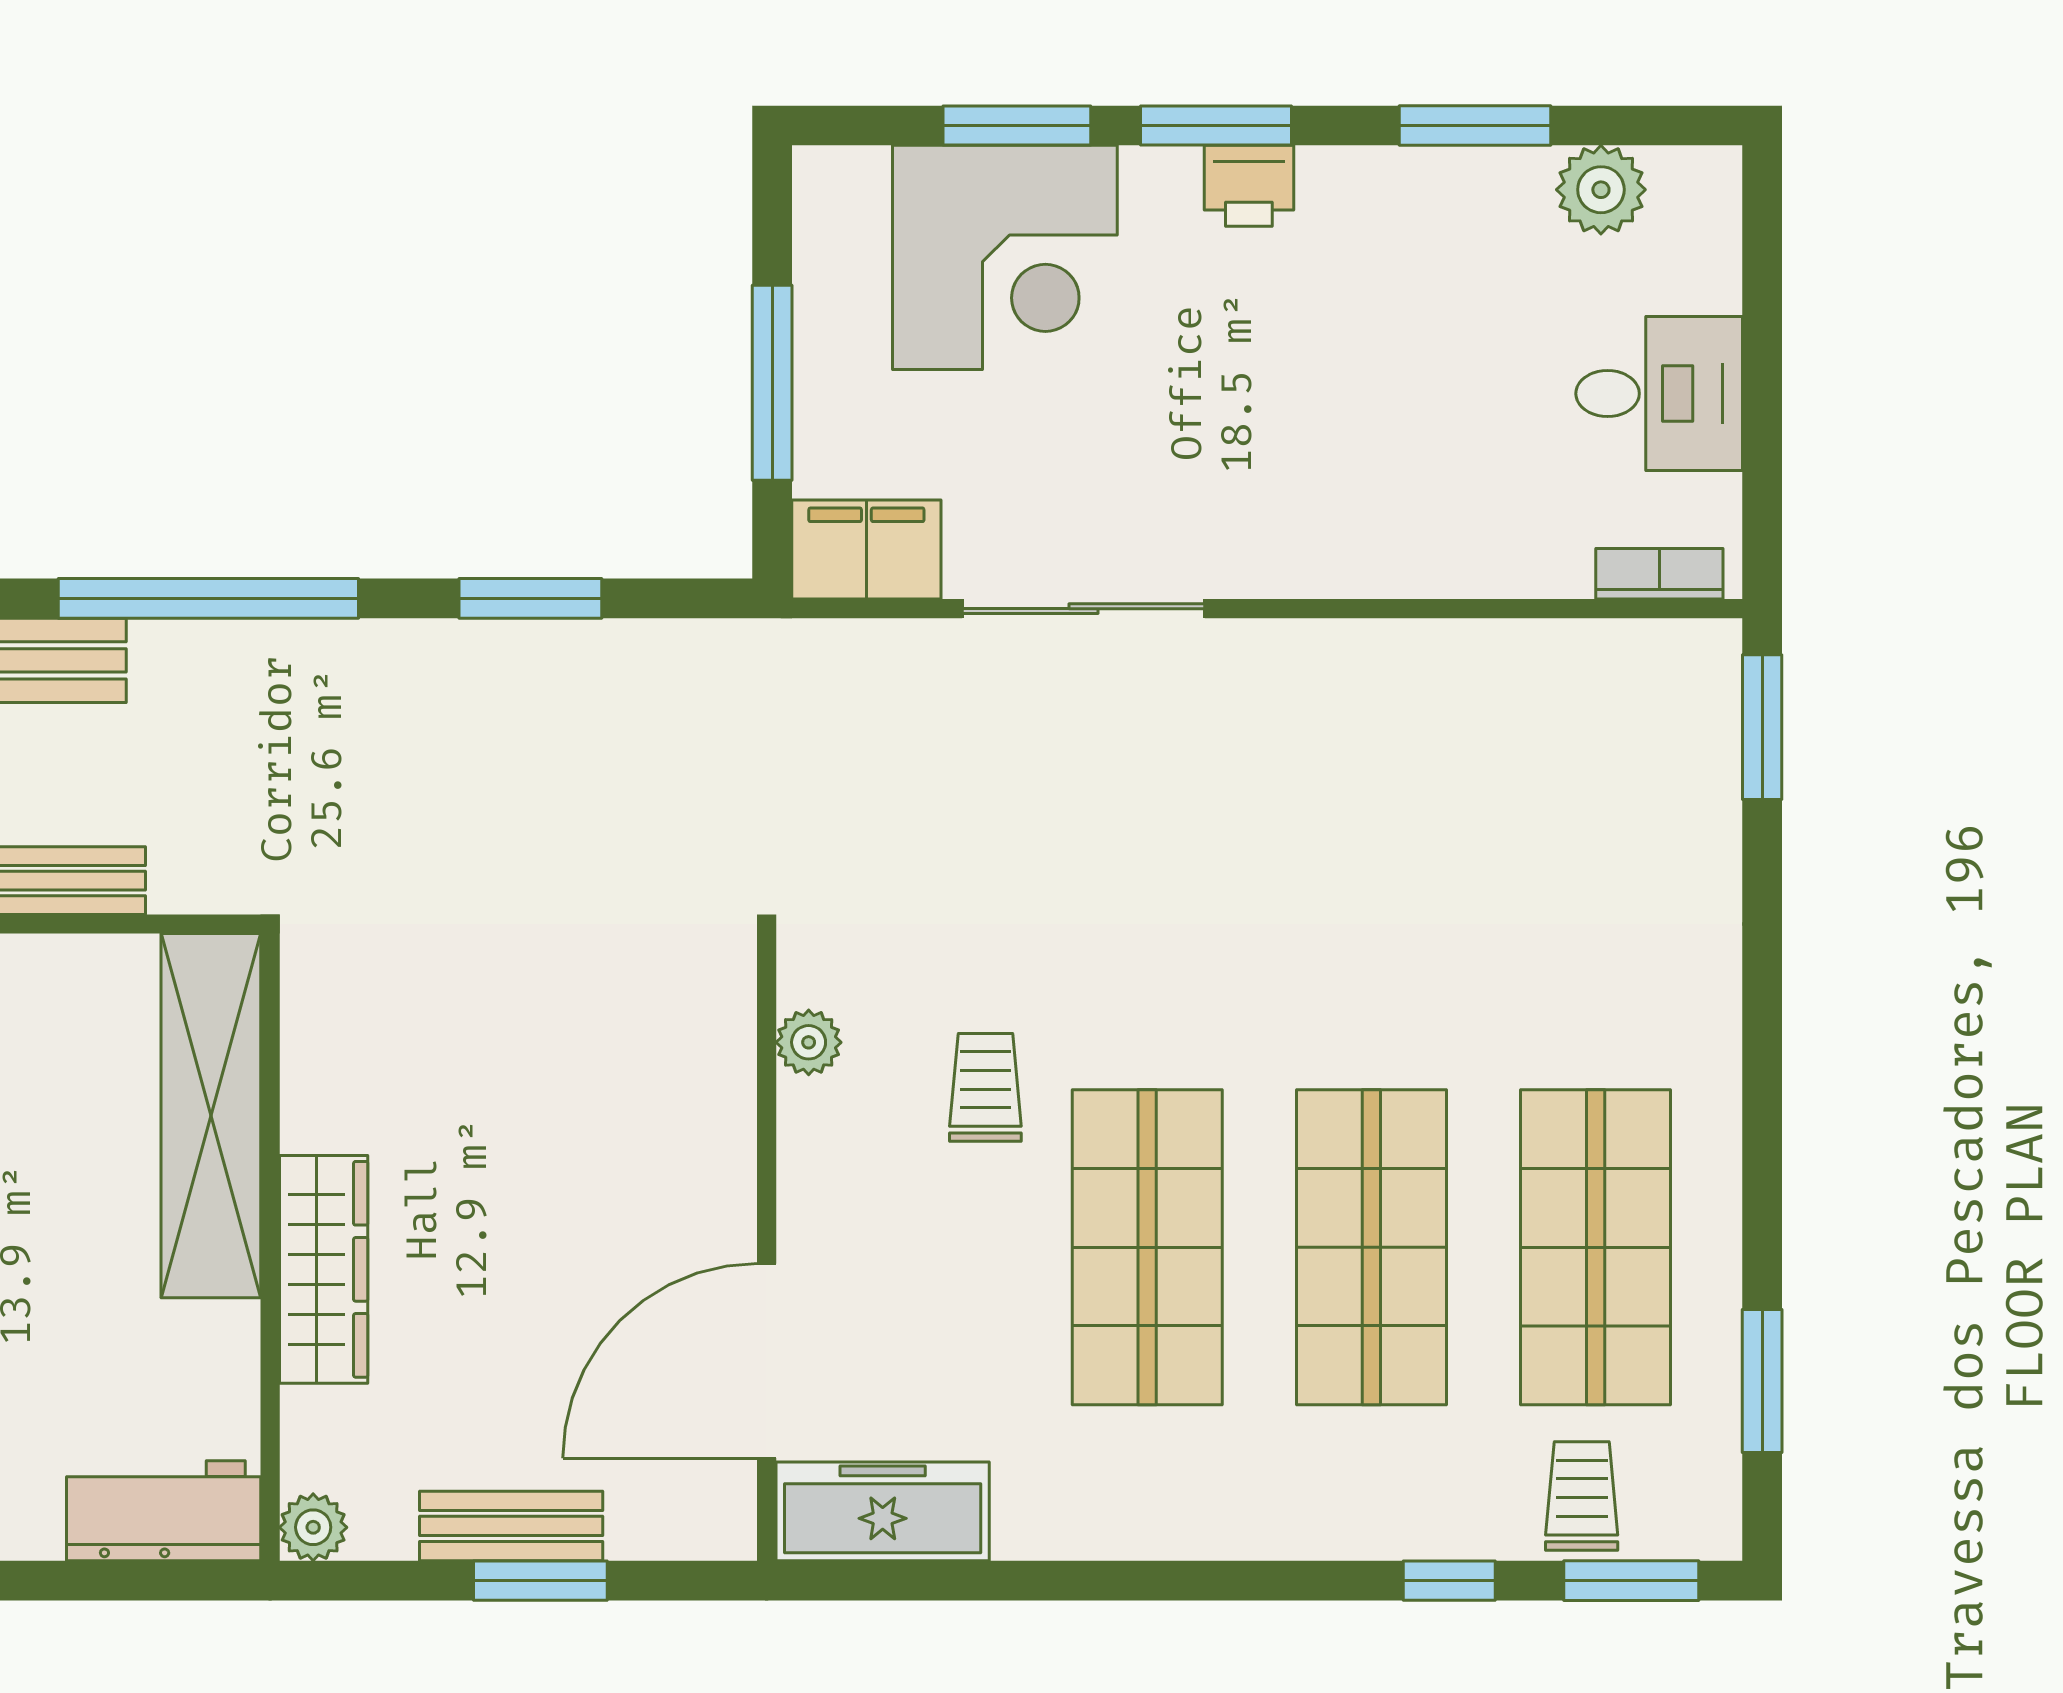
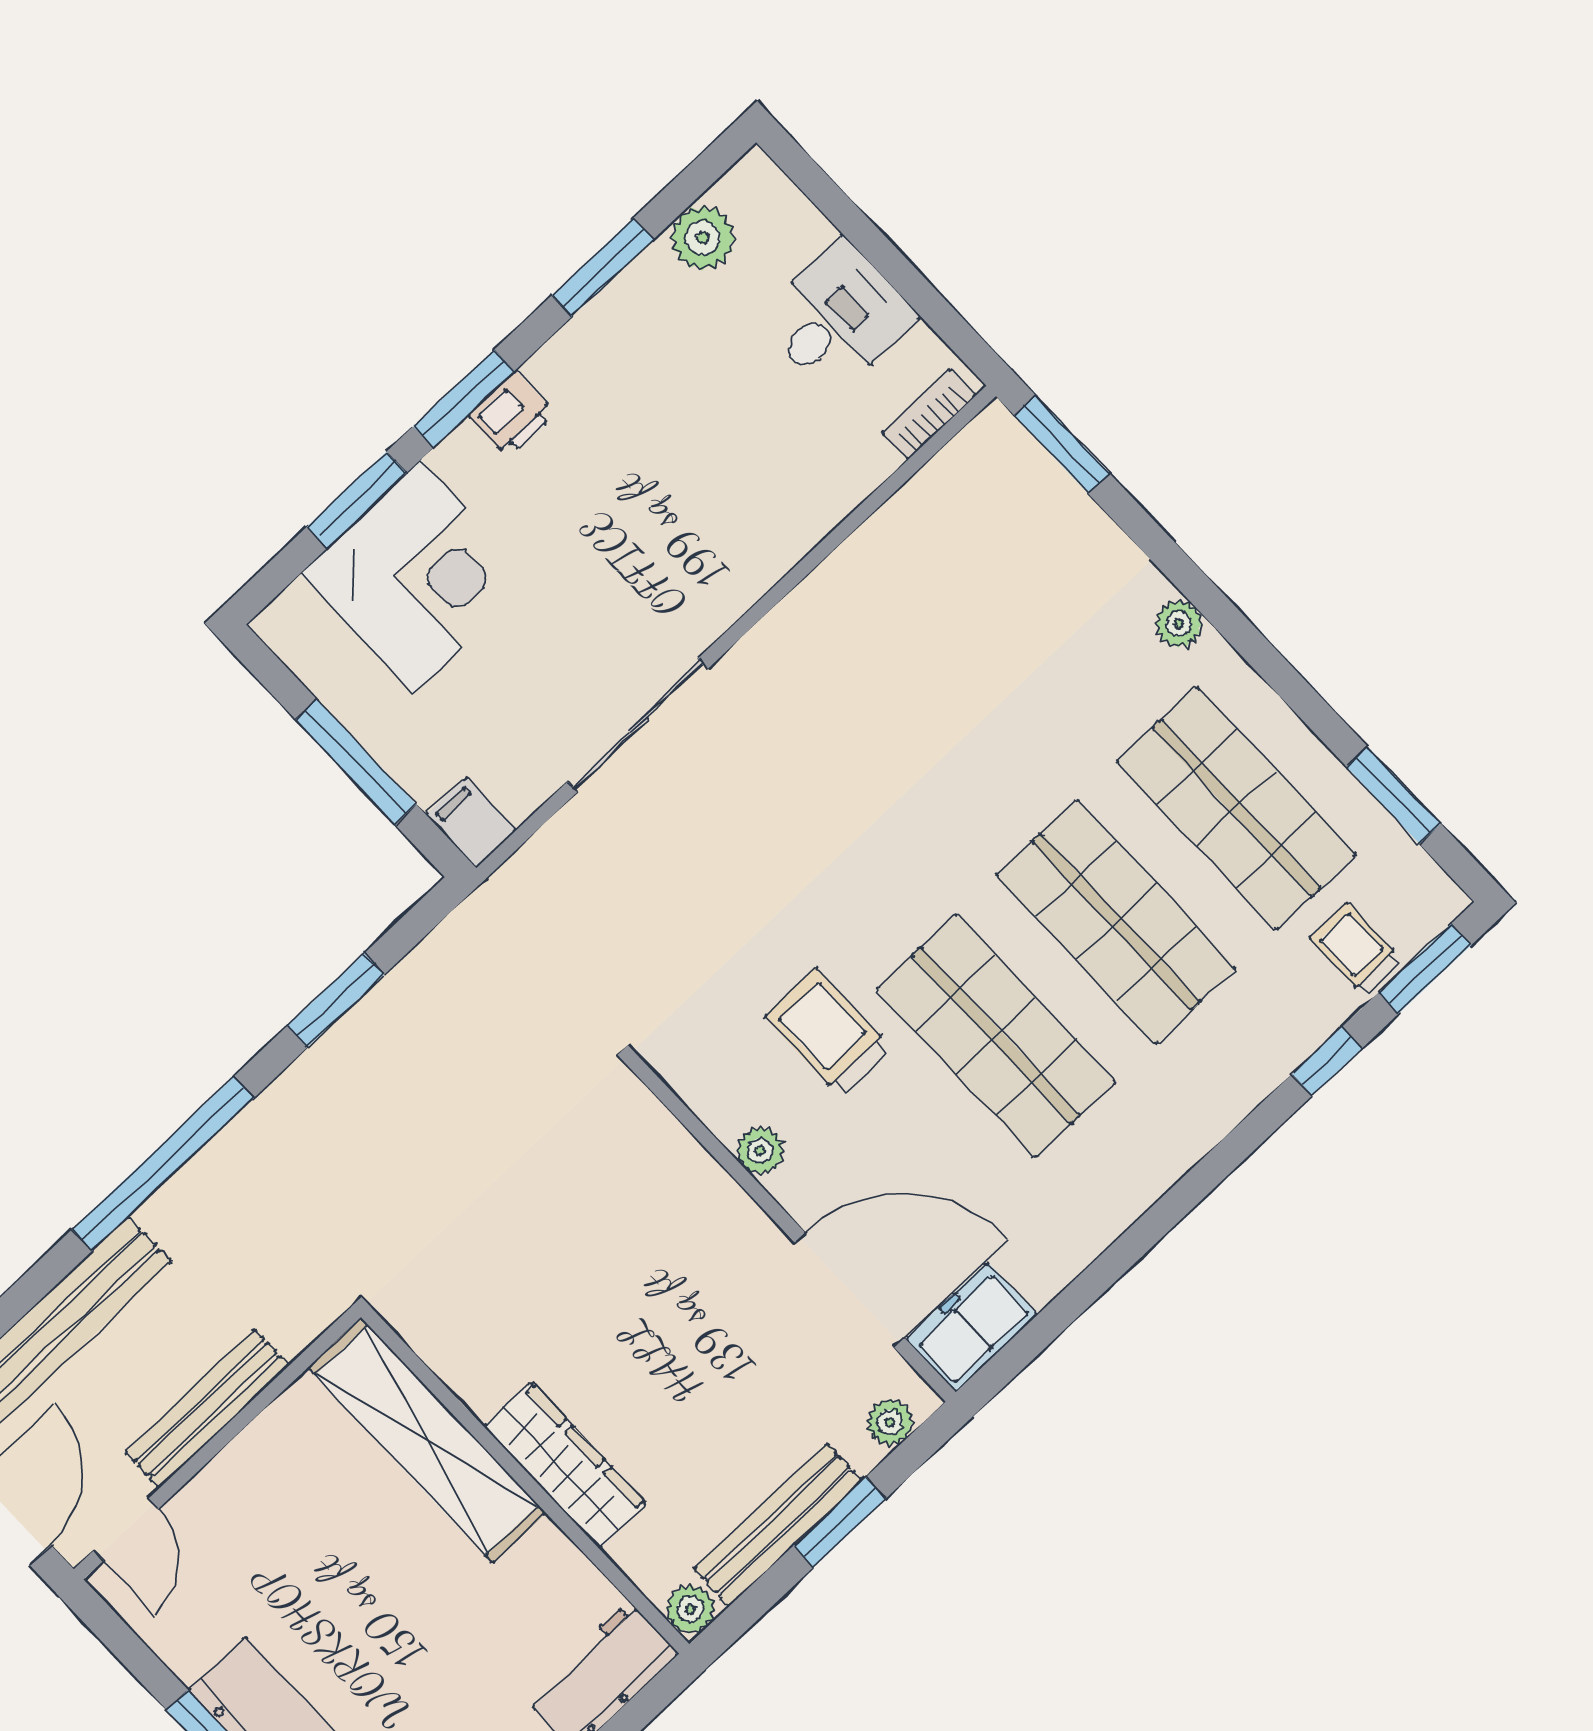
filing cabinet: (866, 550) -> (471, 823), width x0.50
plant: (1710, 1012) -> (1179, 624), added
plant: (809, 1042) -> (760, 1151), moved
trolley: (985, 1087) -> (828, 1032), width x1.36, depth x1.39
door: (767, 1361) -> (849, 1290), swing flipped
freezer: (883, 1511) -> (972, 1327), width x0.71
bench: (511, 1526) -> (778, 1525), width x1.36
plant: (683, 1529) -> (890, 1422), added

